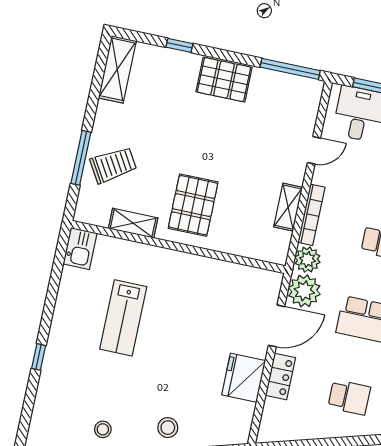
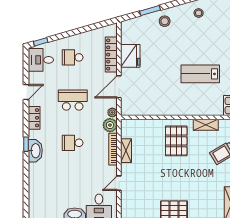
plant: (304, 291) -> (112, 112), width x0.53, depth x0.53
lab bench: (123, 318) -> (200, 74), turned -90
locker: (280, 376) -> (111, 55), width x1.53

